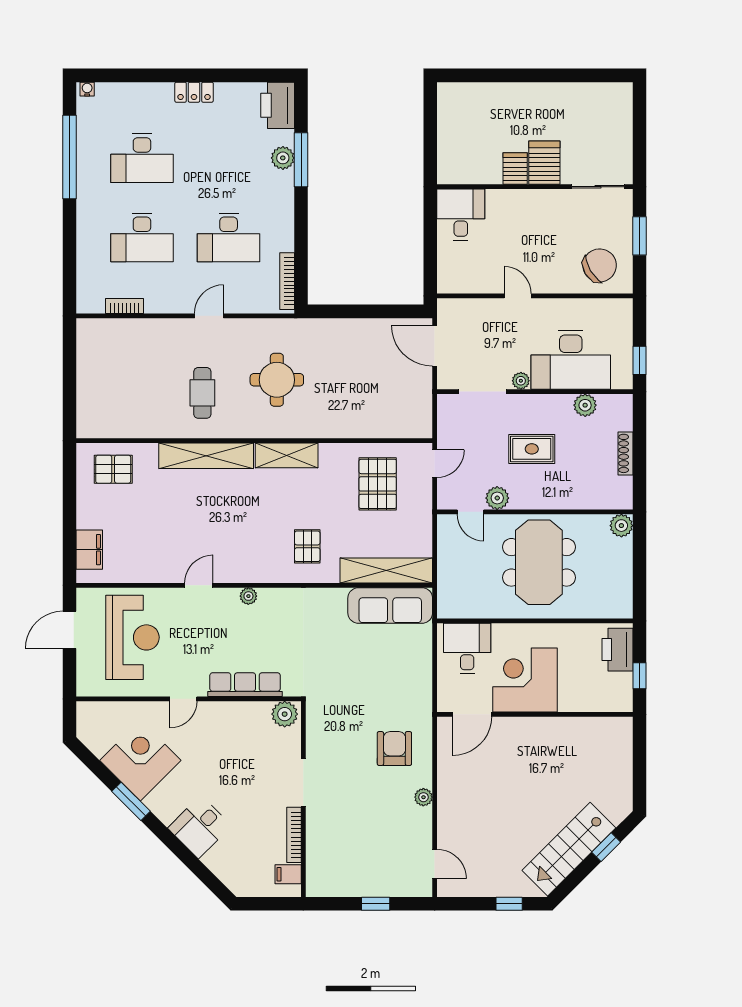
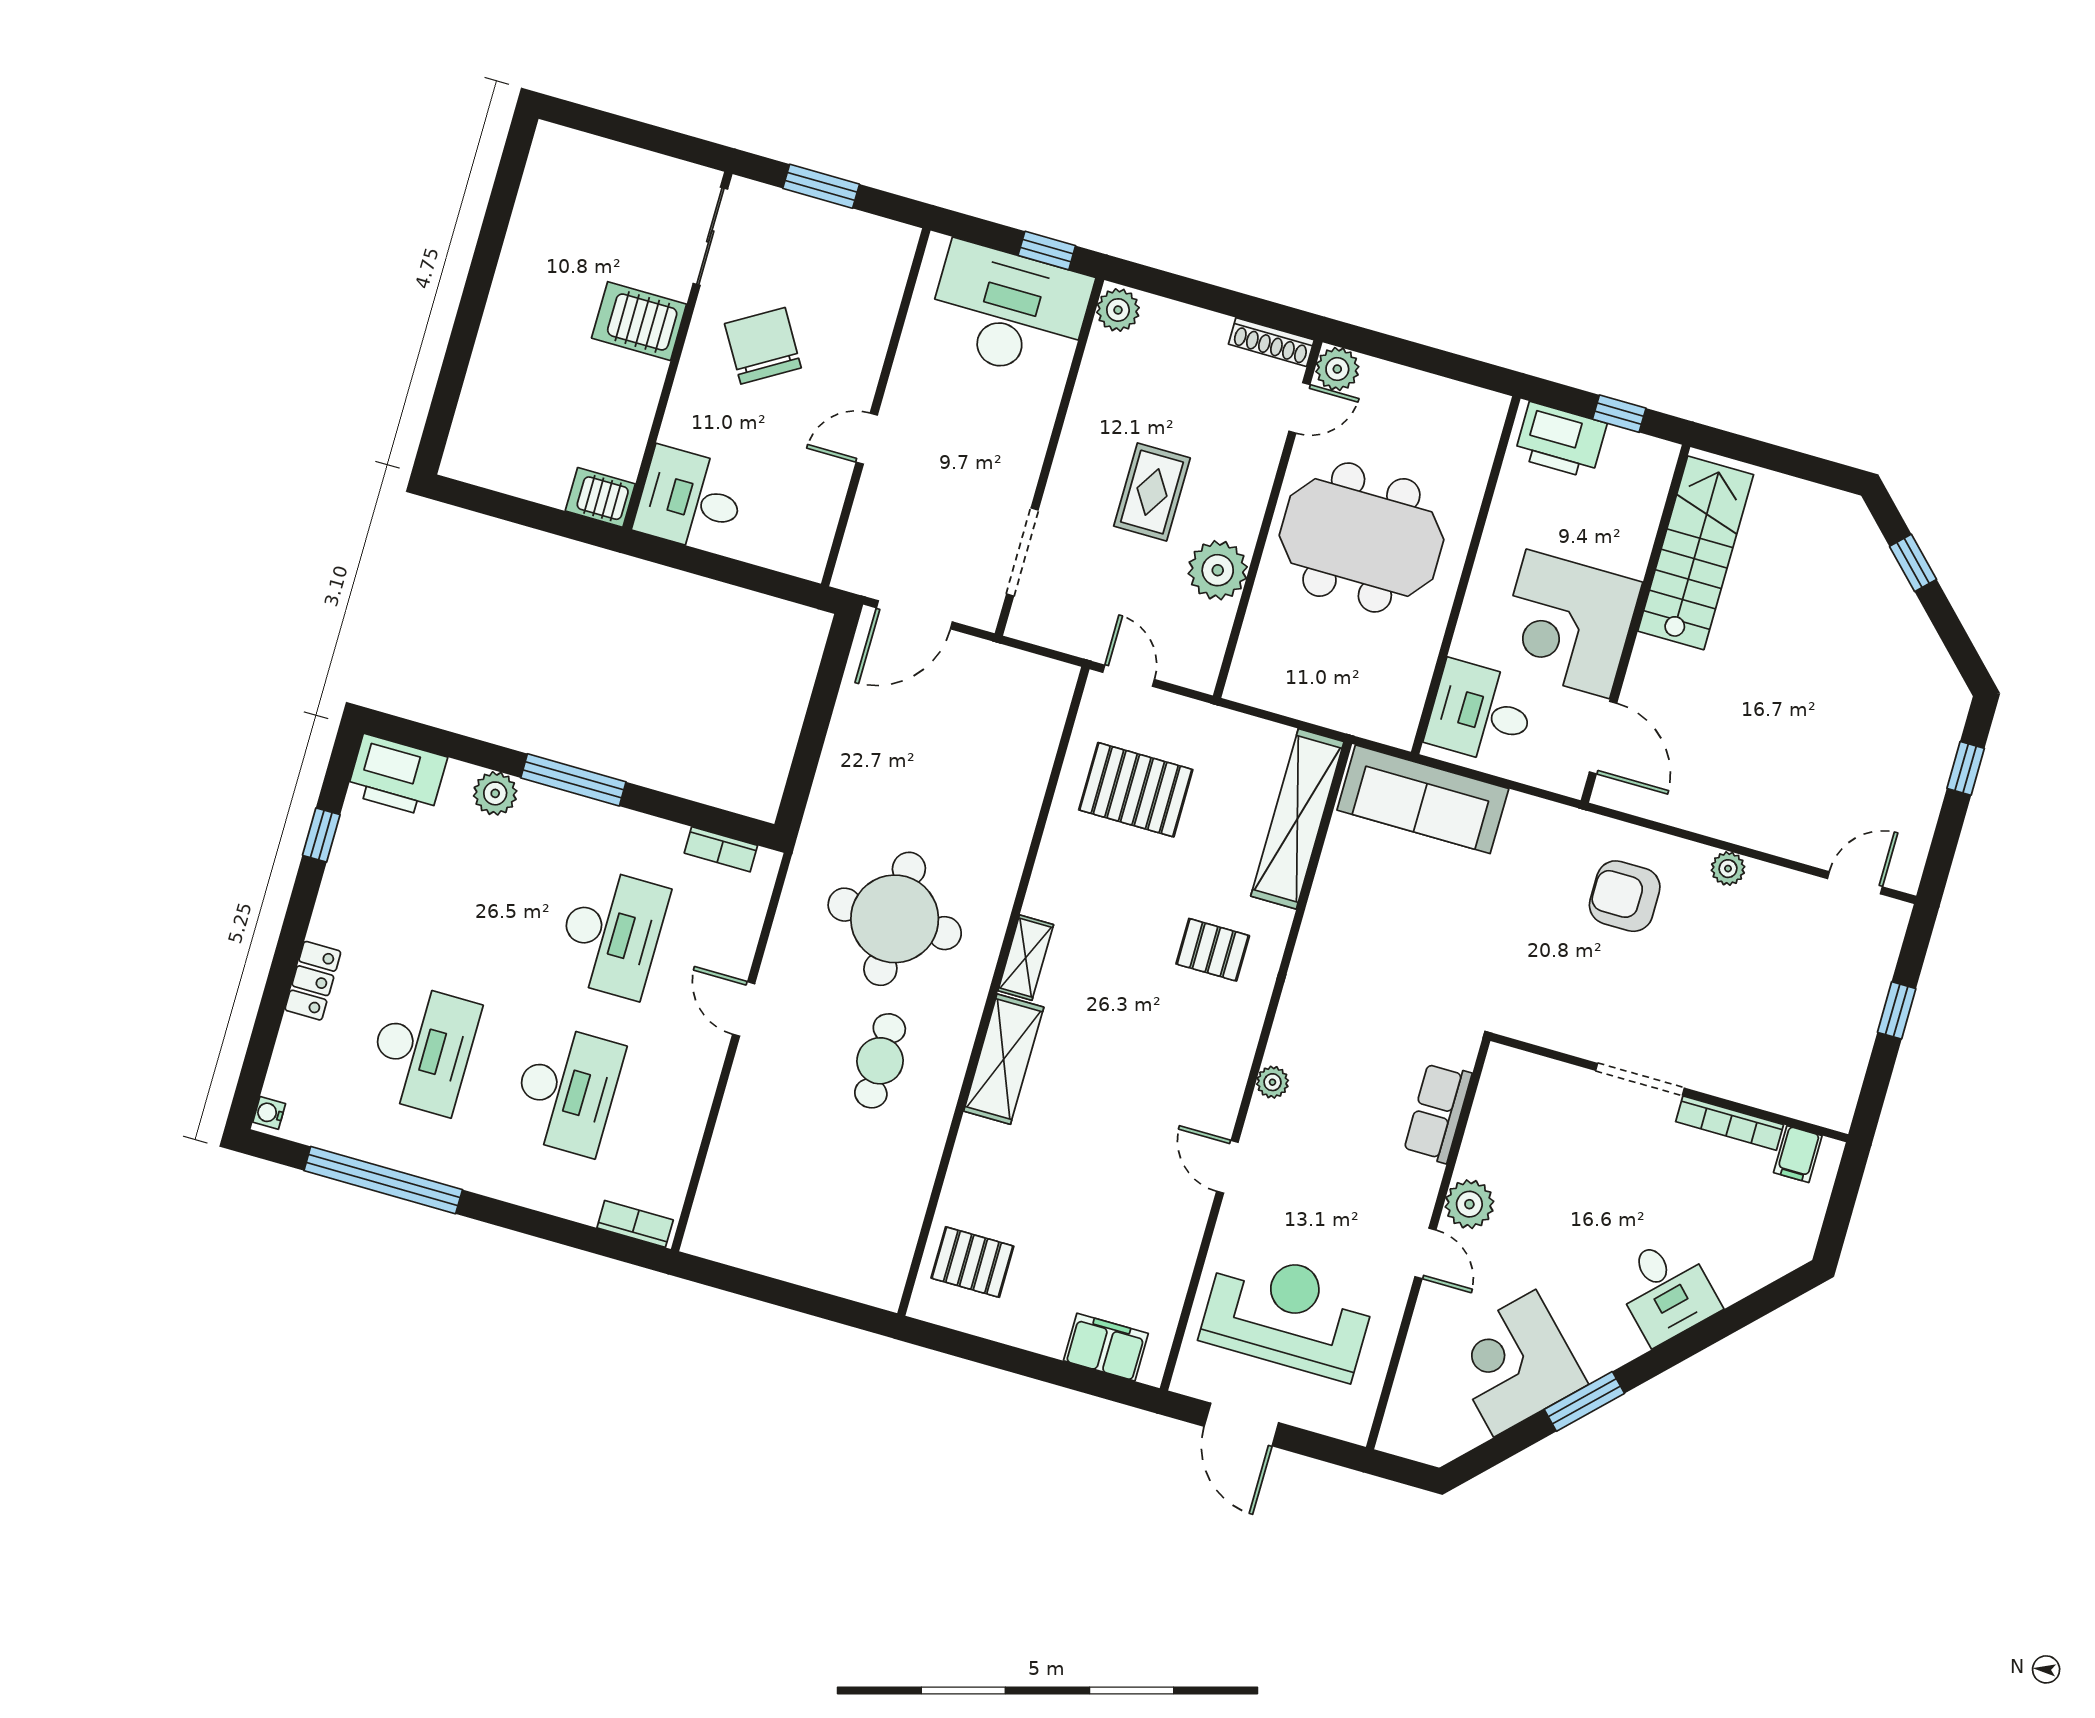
window: (236, 75) -> (321, 835), added
locker: (194, 92) -> (313, 981), moved
window: (301, 160) -> (573, 780), moved
server rack: (515, 169) -> (600, 497), moved
chair: (600, 265) -> (763, 346), moved
bookcase: (287, 281) -> (721, 849), width x0.64
bookcase: (125, 306) -> (635, 1224), moved, turned 90
desk: (571, 360) -> (1009, 311), moved, turned -90
round table: (277, 380) -> (895, 919), width x1.36, depth x1.36
plant: (521, 381) -> (1023, 477), removed
cafe table: (202, 393) -> (880, 1061), turned 90
plant: (585, 405) -> (1118, 310), moved
shoe rack: (626, 453) -> (1271, 342), moved
shelving: (287, 455) -> (1026, 958), width x0.67, depth x0.75
shelving: (206, 456) -> (1004, 1059), width x0.68
pallet: (113, 469) -> (972, 1262), turned 90
plant: (497, 498) -> (1218, 570), width x1.36, depth x1.36
door: (470, 512) -> (1299, 408), moved
sofa: (390, 605) -> (1423, 799), moved, turned 90
row of seats: (245, 685) -> (1438, 1112), width x0.68
plant: (285, 714) -> (1469, 1204), moved
stairs: (569, 849) -> (1696, 553), moved, turned -135

